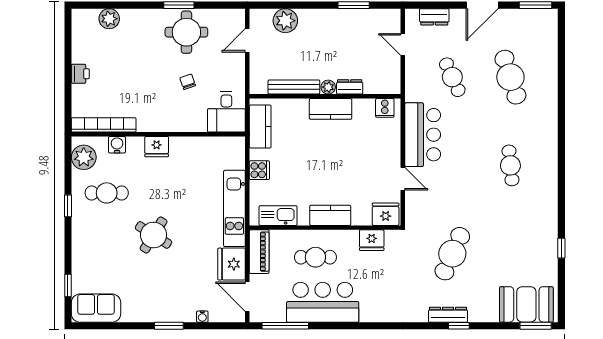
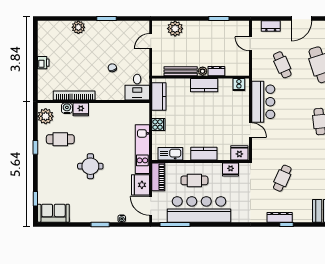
plant: (109, 19) -> (78, 27), moved
round table: (186, 32) -> (111, 36), removed
bookcase: (104, 125) -> (74, 95), moved
fridge: (157, 147) -> (81, 109), moved
round table: (154, 235) -> (90, 166), turned -32
cafe table: (452, 254) -> (282, 178), width x0.73, depth x0.74
bar counter: (323, 302) -> (199, 209), width x1.36

